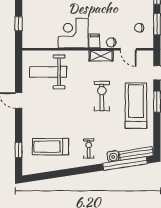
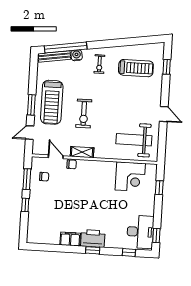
corner desk: (73, 33) -> (130, 177), moved
filing cabinet: (94, 41) -> (88, 167), removed
weight bench: (48, 72) -> (134, 140), turned 180

